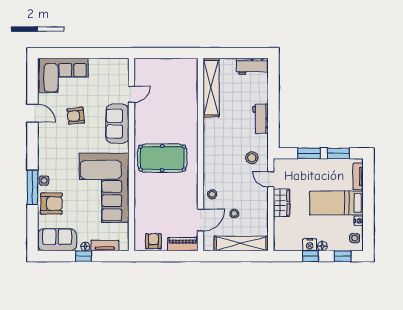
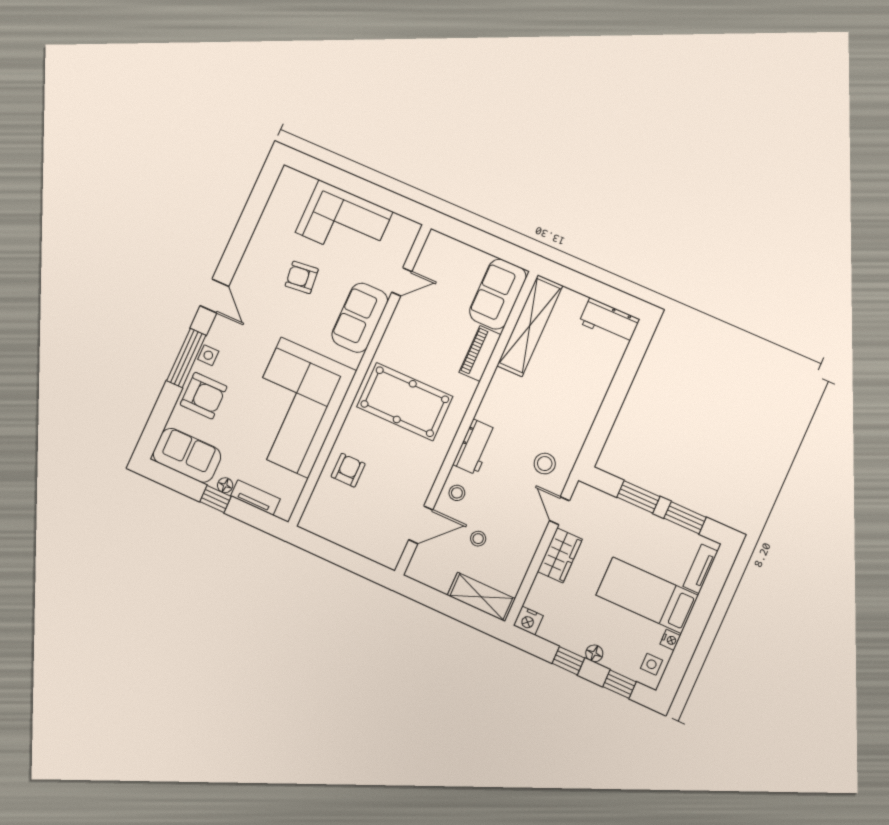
corner sofa: (64, 76) -> (344, 222), moved
sofa: (186, 78) -> (498, 294), added
door: (32, 113) -> (214, 296), moved
workbench: (261, 119) -> (475, 447), moved, turned 180
armchair: (153, 241) -> (348, 470), moved
piano: (183, 244) -> (480, 353), moved, turned -90
shelving: (241, 244) -> (481, 597), width x0.68
nightstand: (310, 245) -> (528, 621), moved

